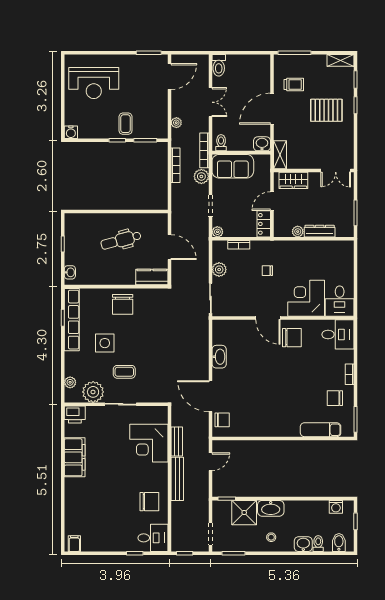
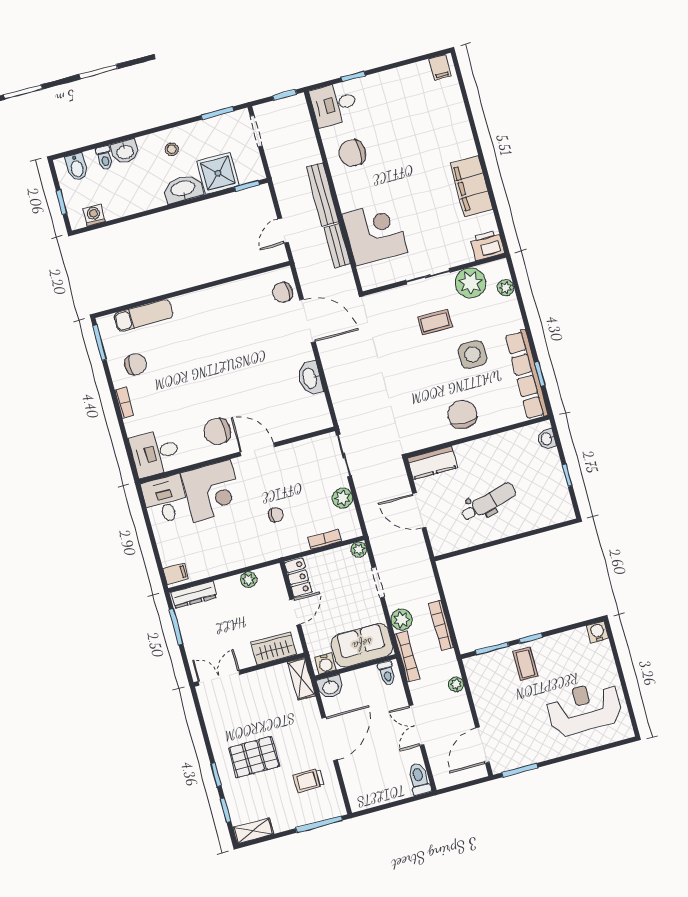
water cooler: (261, 161) -> (325, 664), added
dresser: (320, 231) -> (194, 595), moved
filing cabinet: (346, 249) -> (176, 574), added

